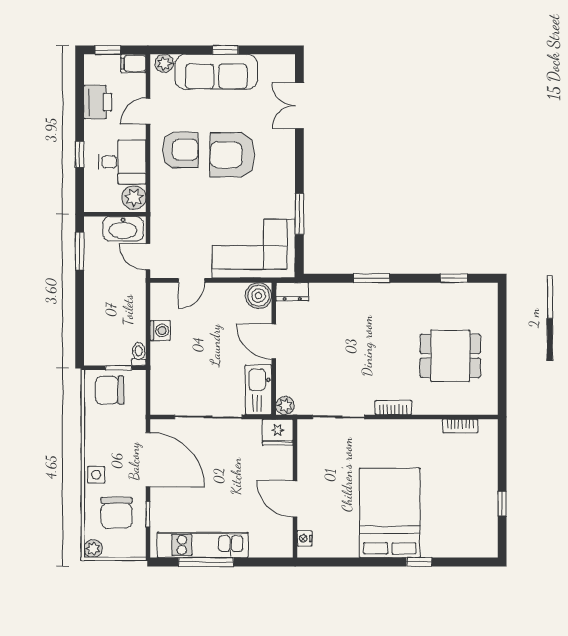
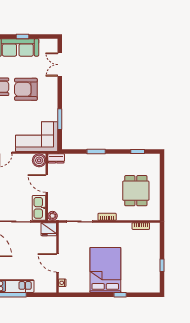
dining table: (450, 356) -> (136, 191), turned 90

